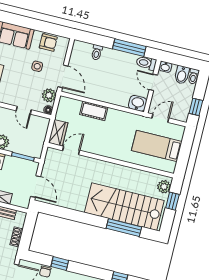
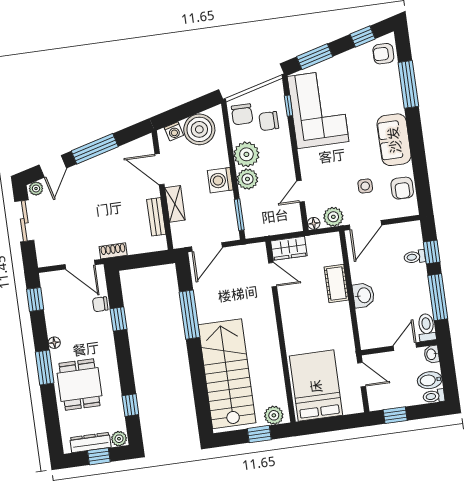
window: (98, 40) -> (432, 252), added
washbasin: (138, 103) -> (364, 295), moved
bed: (157, 146) -> (316, 386), width x1.50
window: (124, 228) -> (190, 315), moved
shoe rack: (17, 237) -> (113, 251), moved

